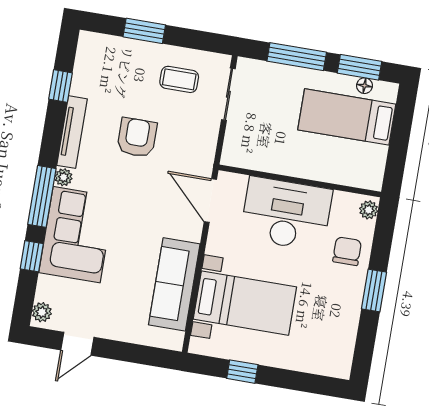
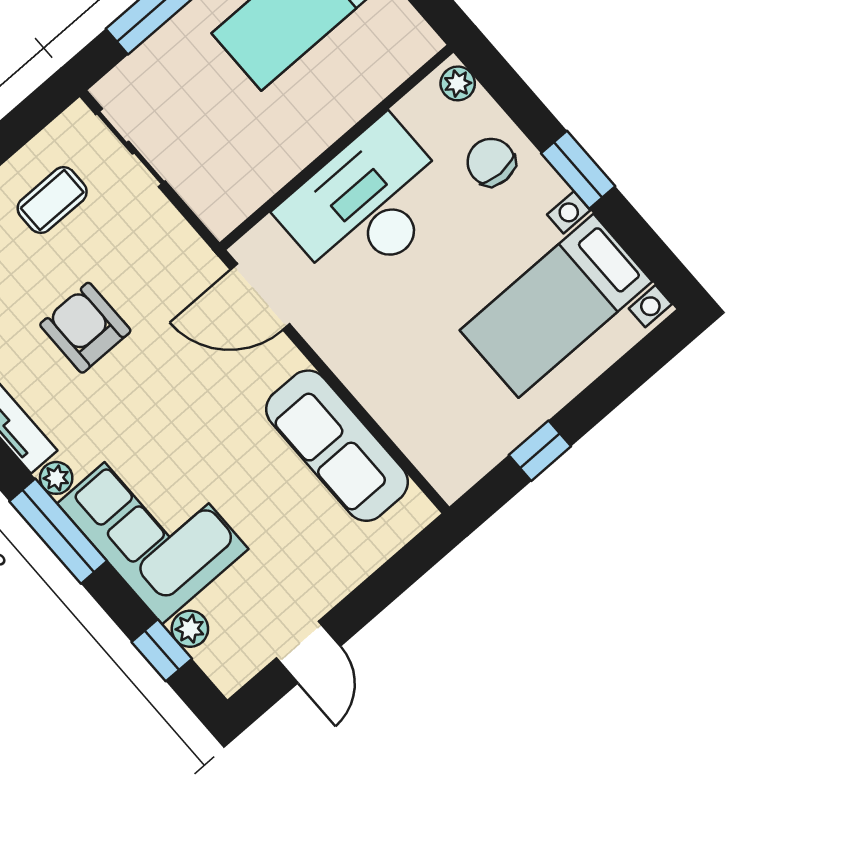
window: (32, 256) -> (162, 650), moved
bed with nightstands: (245, 303) -> (556, 306), moved, turned 180
plant: (42, 312) -> (190, 629), moved

